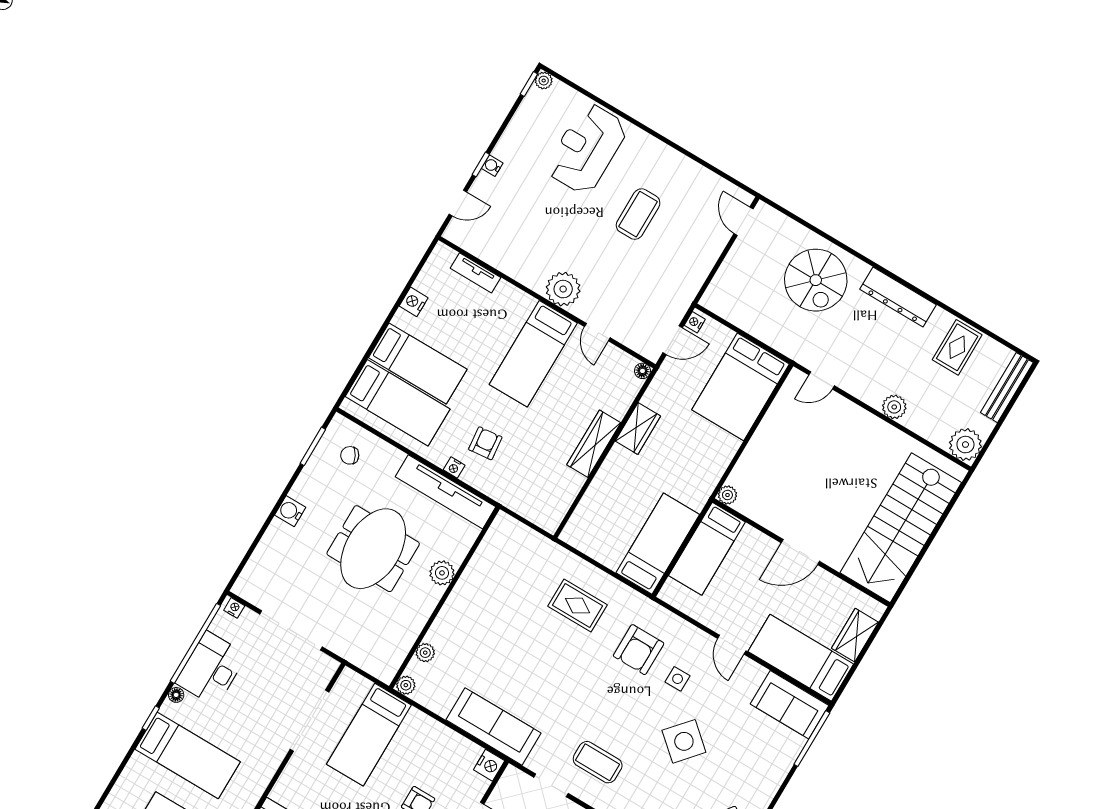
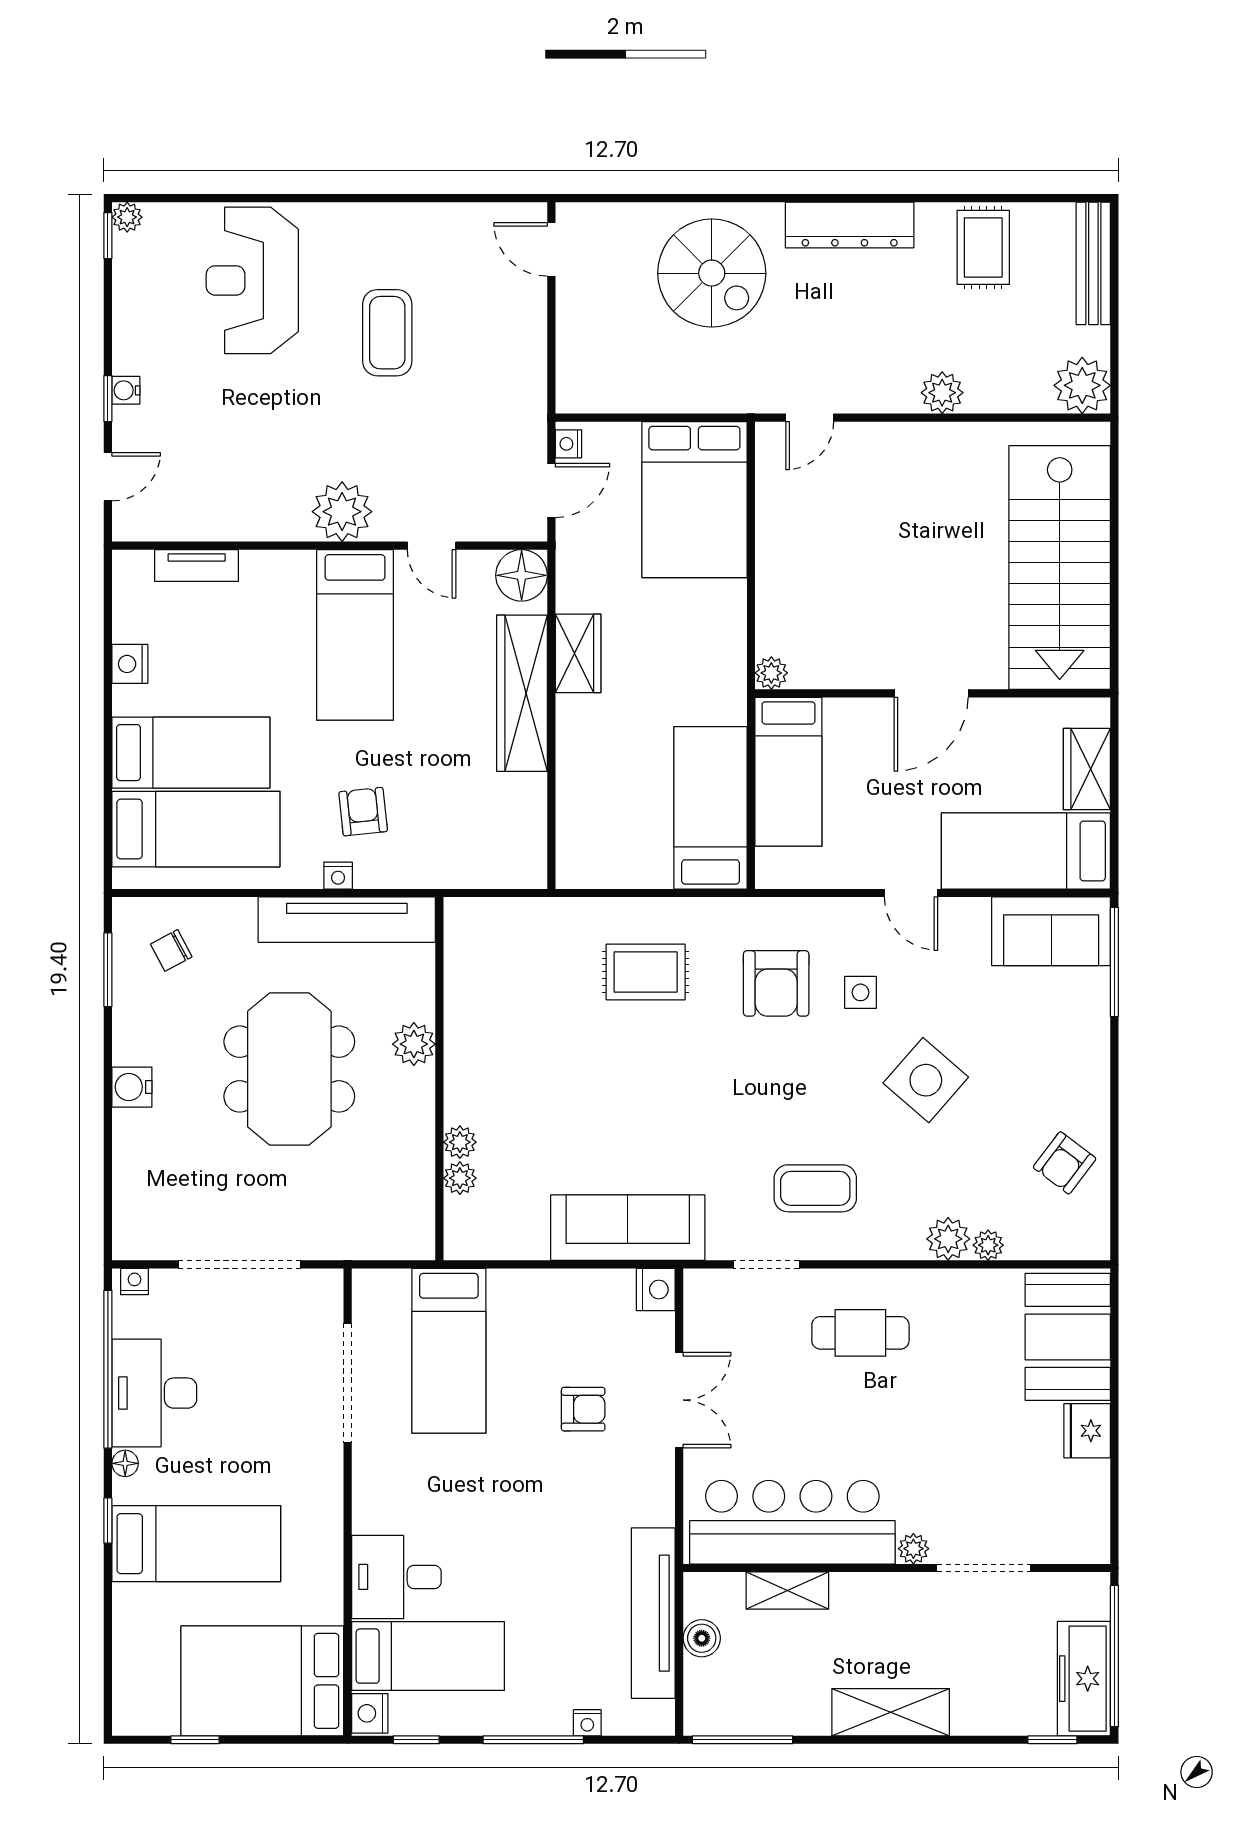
floor lamp: (642, 371) -> (522, 575), width x1.89, depth x1.89
wardrobe: (594, 444) -> (522, 693), width x1.40, depth x1.17
plant: (406, 685) -> (460, 1142), moved

